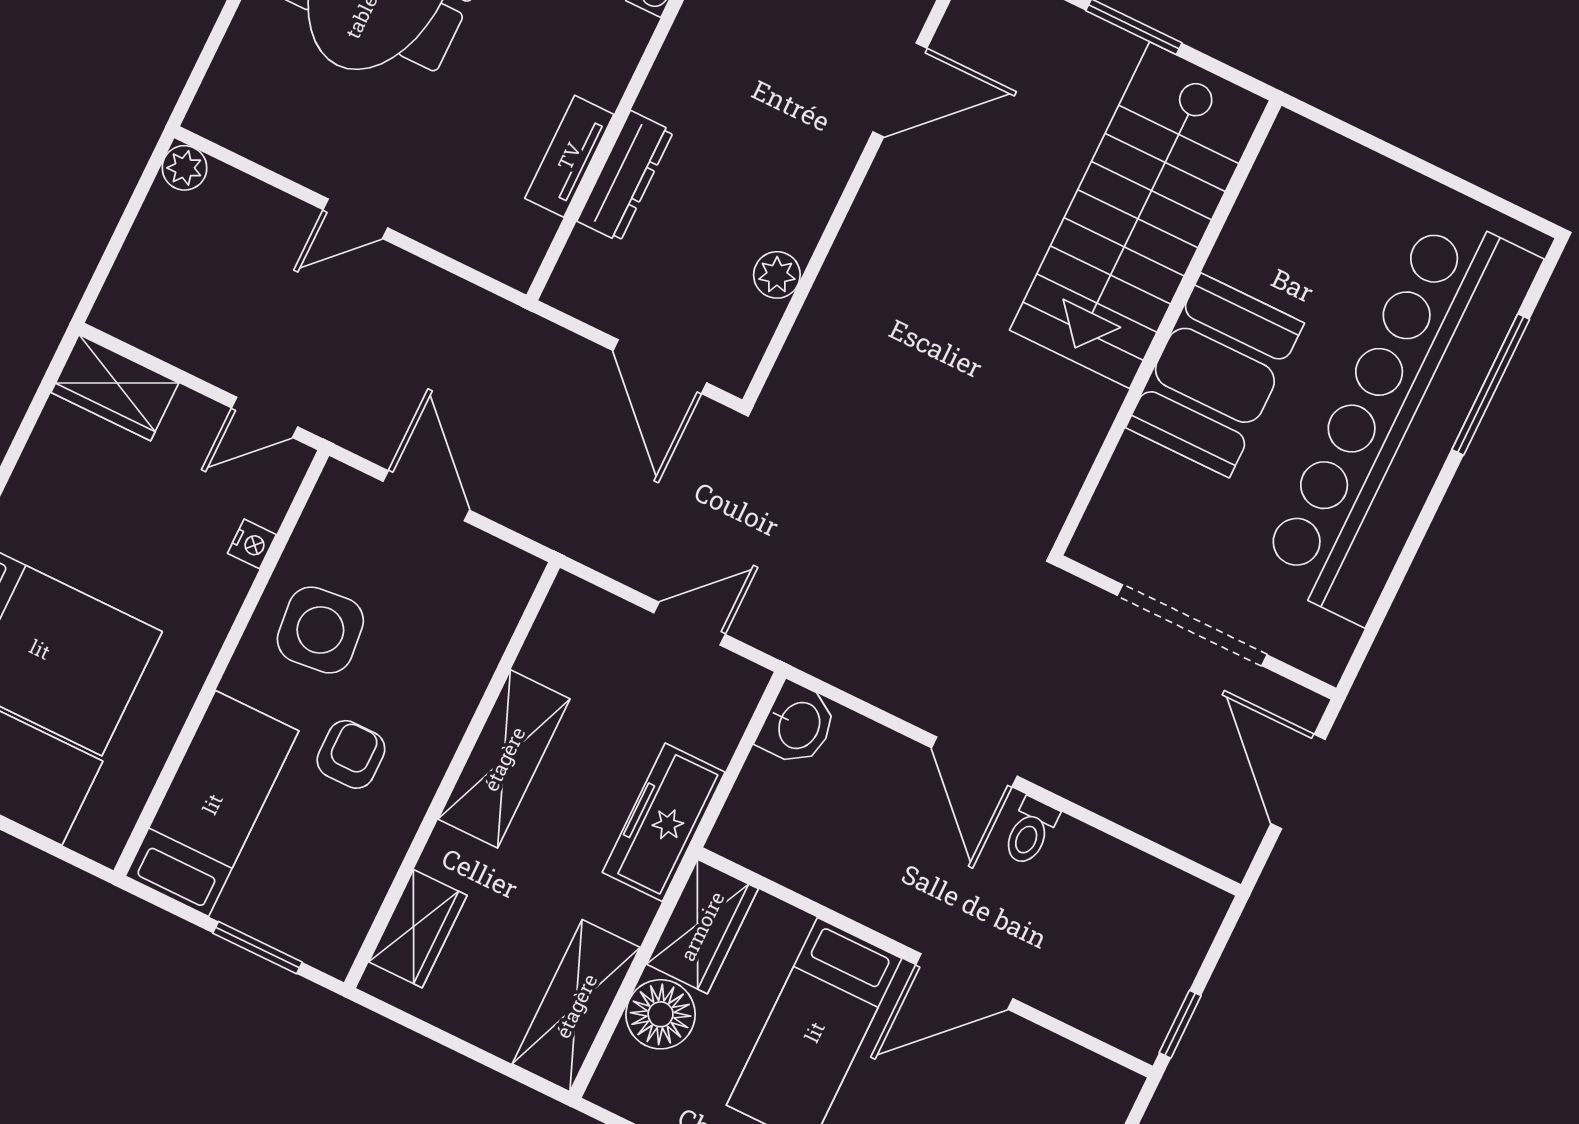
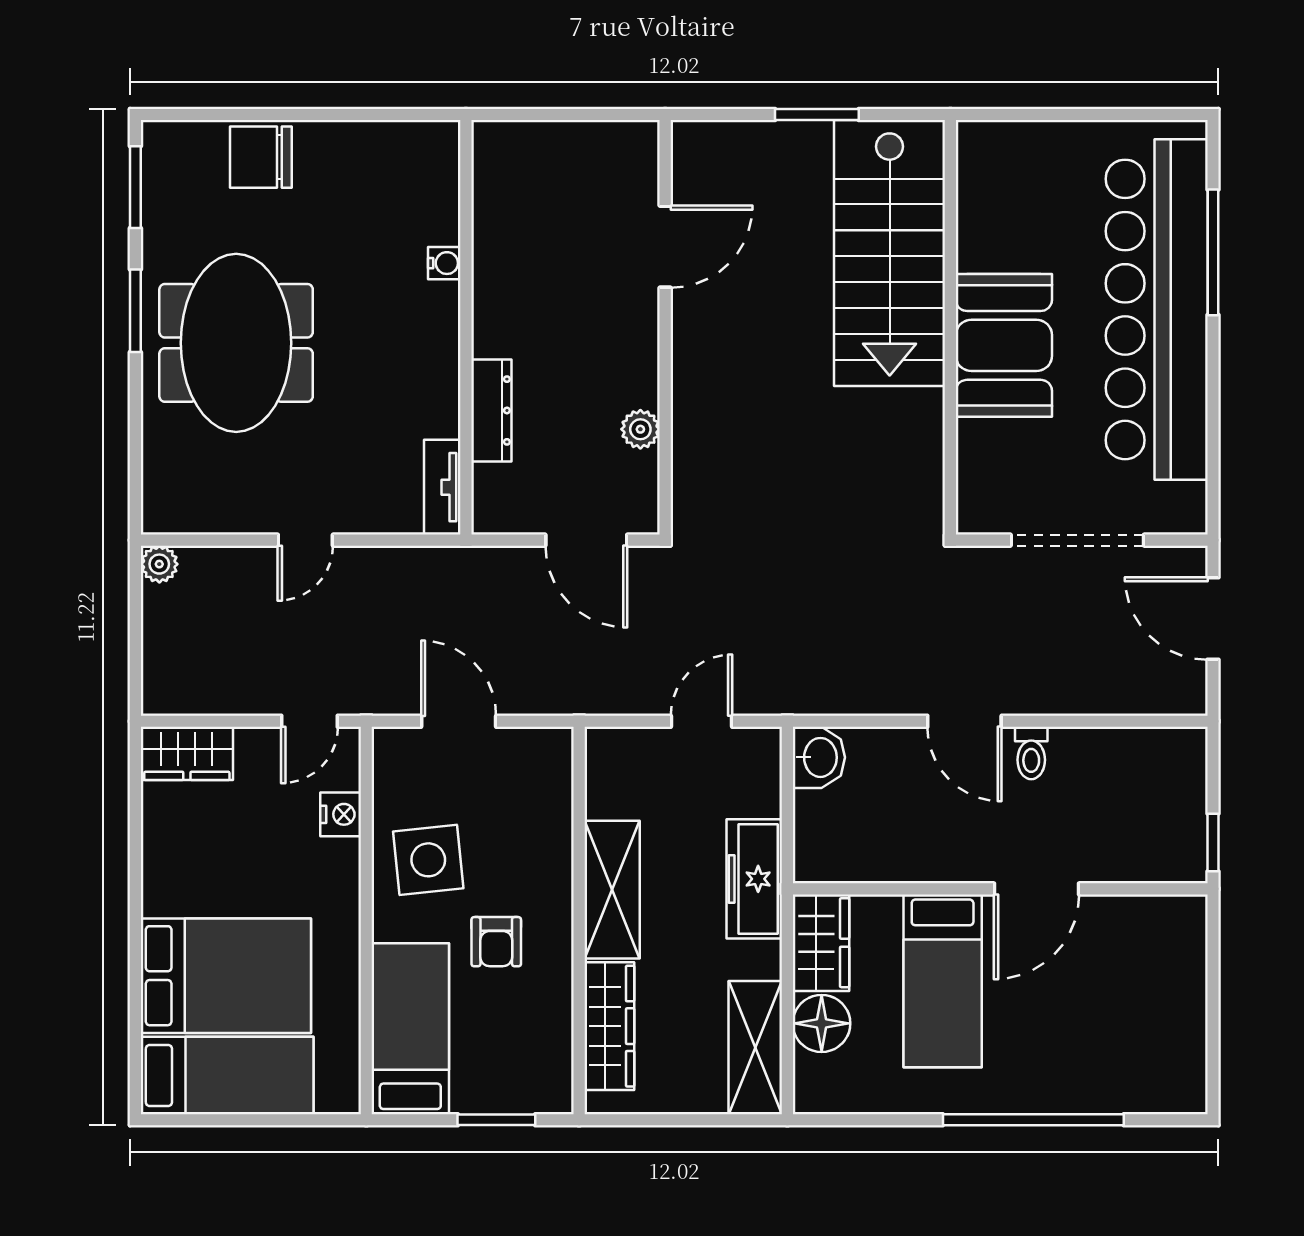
tv unit: (569, 156) -> (442, 487), moved
nightstand: (252, 544) -> (341, 814), width x1.39, depth x1.35
armchair: (351, 754) -> (496, 942), turned 180
wardrobe: (418, 929) -> (609, 1026), width x1.50

